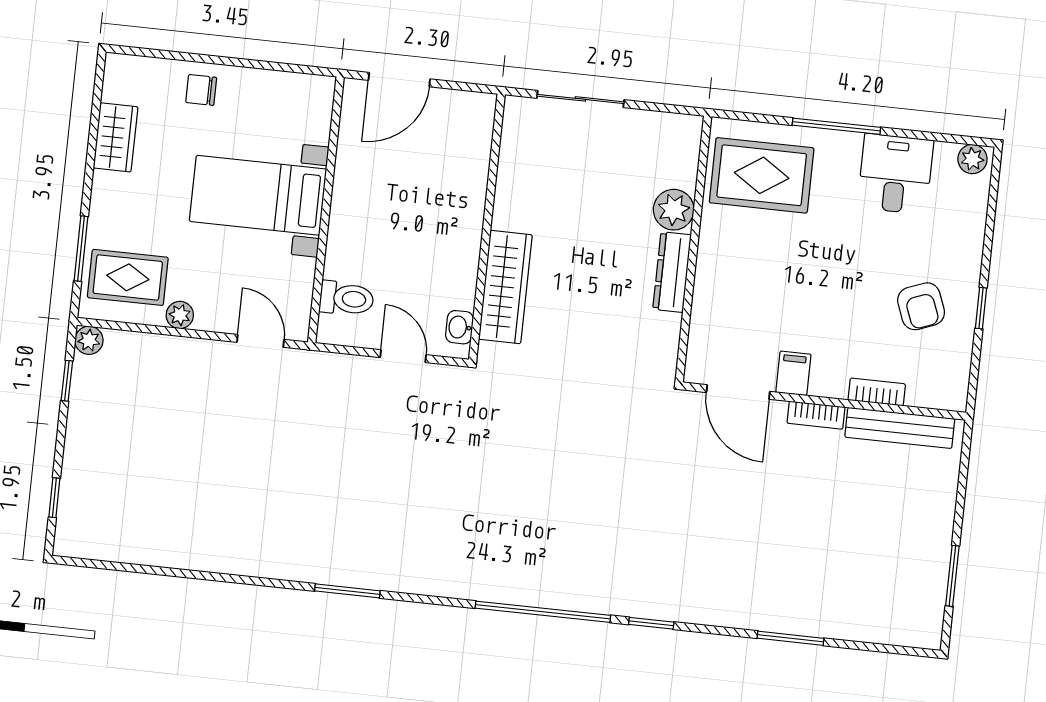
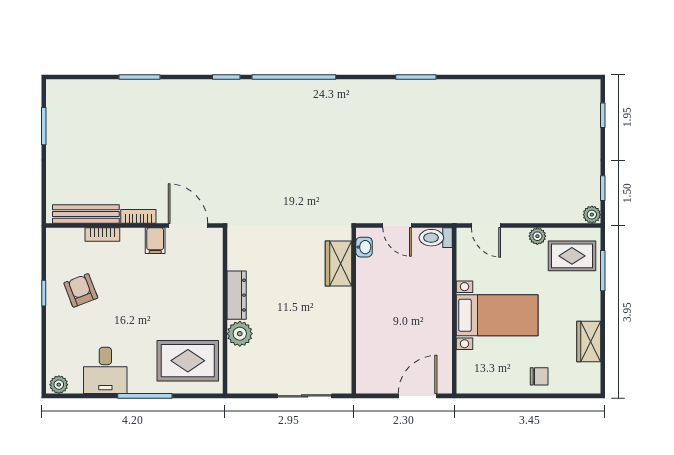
wardrobe: (505, 287) -> (338, 264), width x0.67
toilet: (347, 298) -> (436, 238), moved

